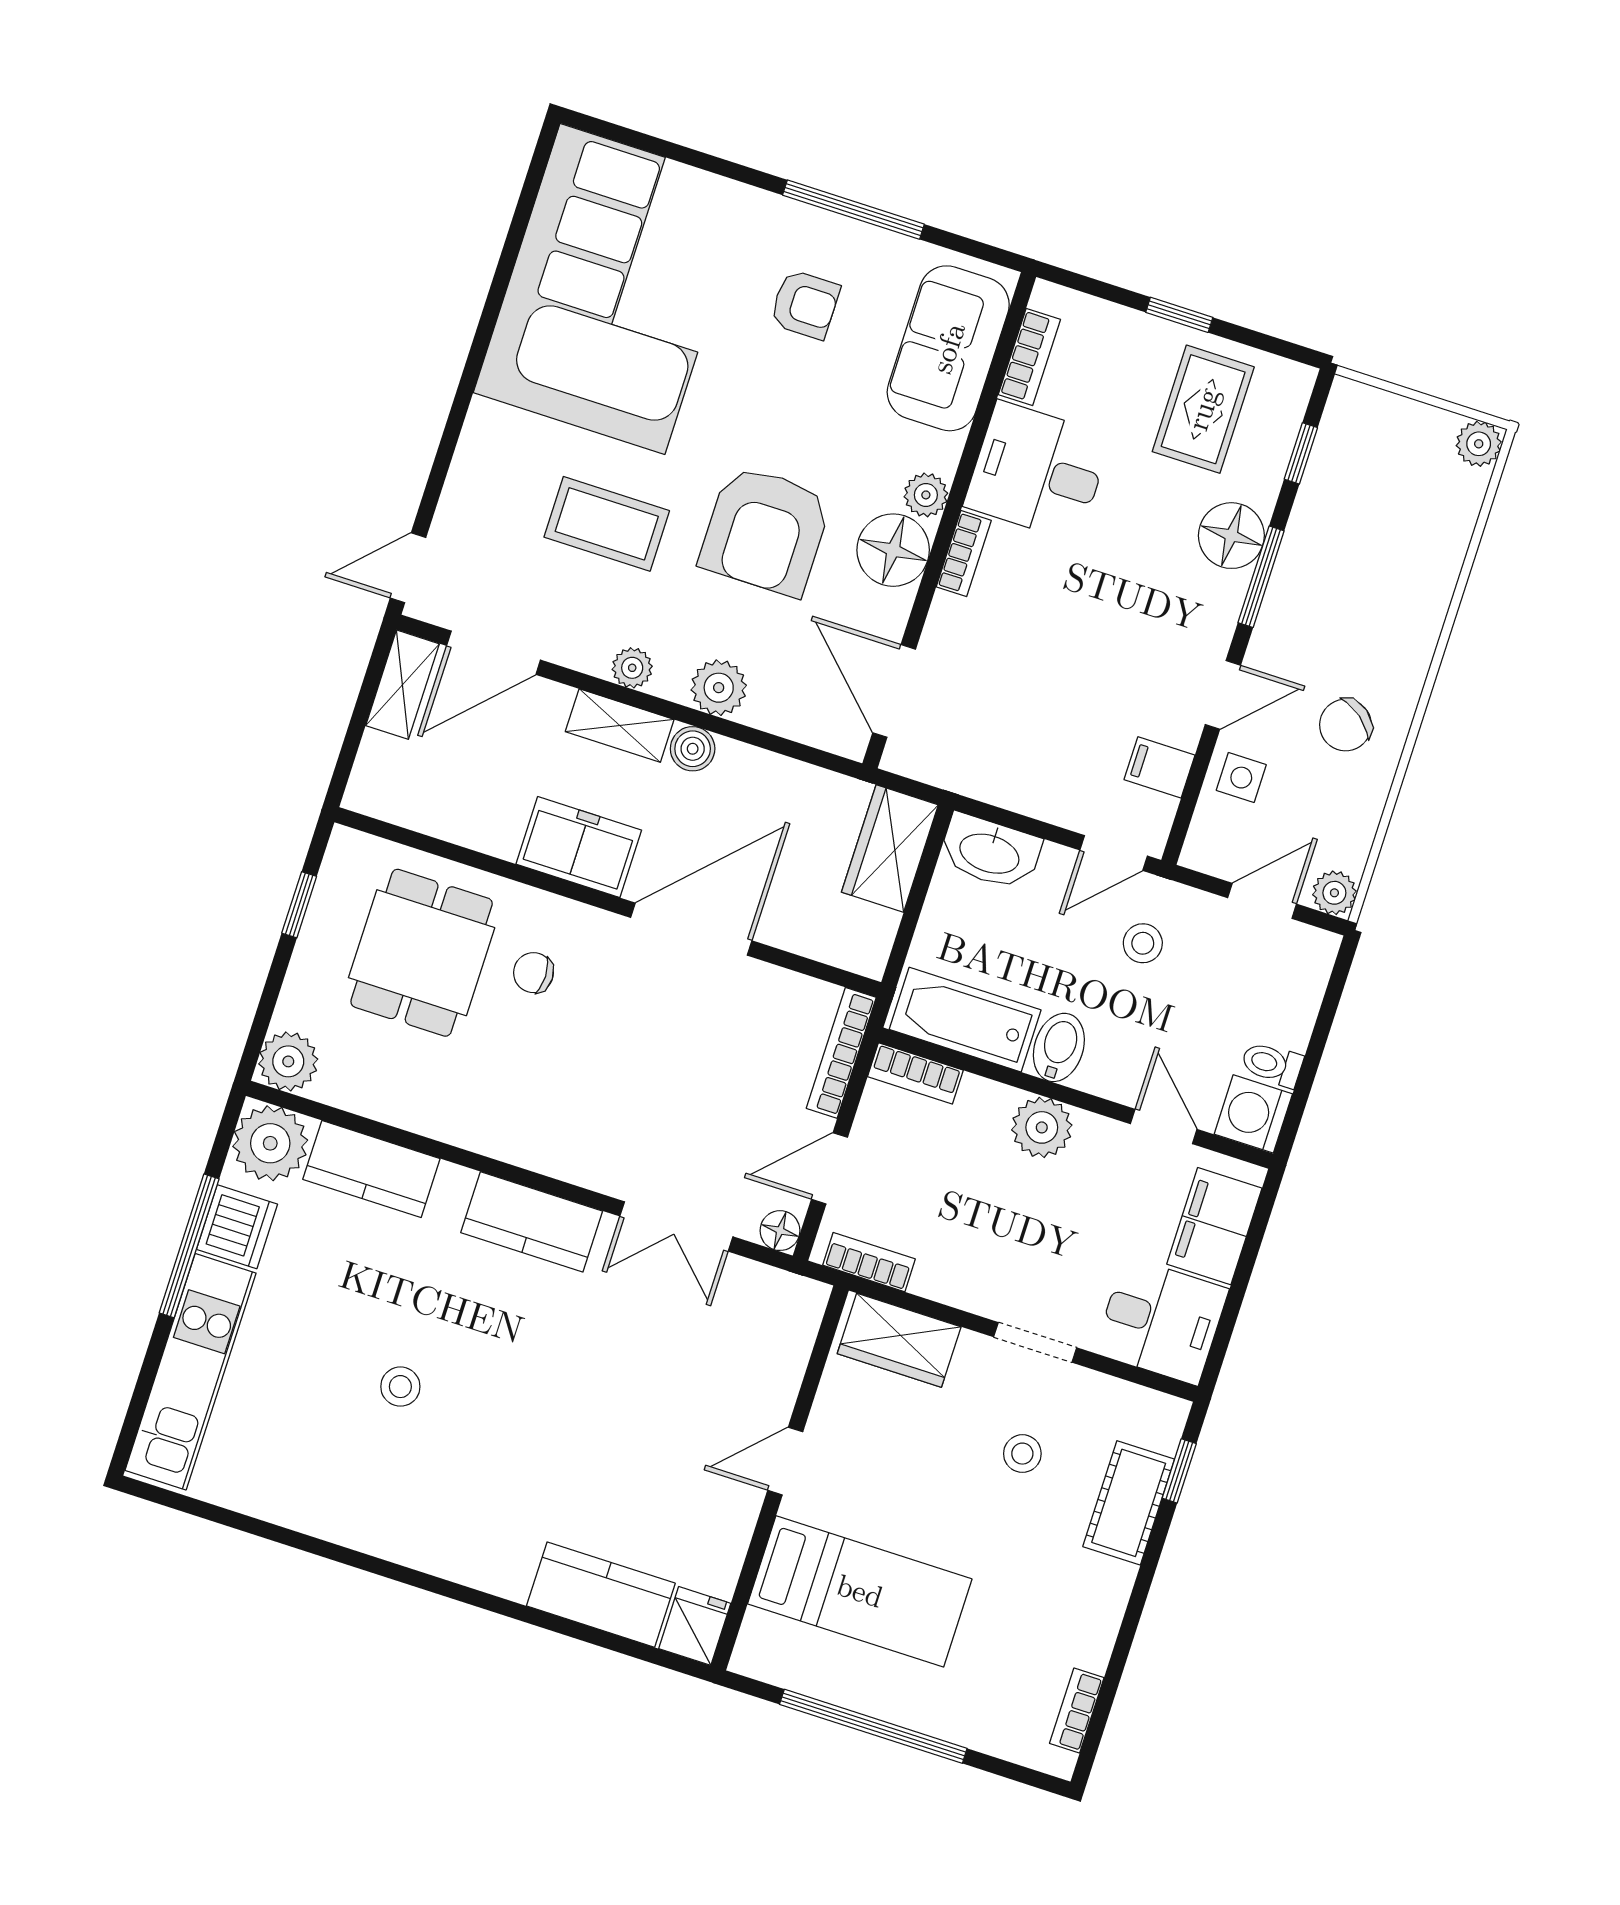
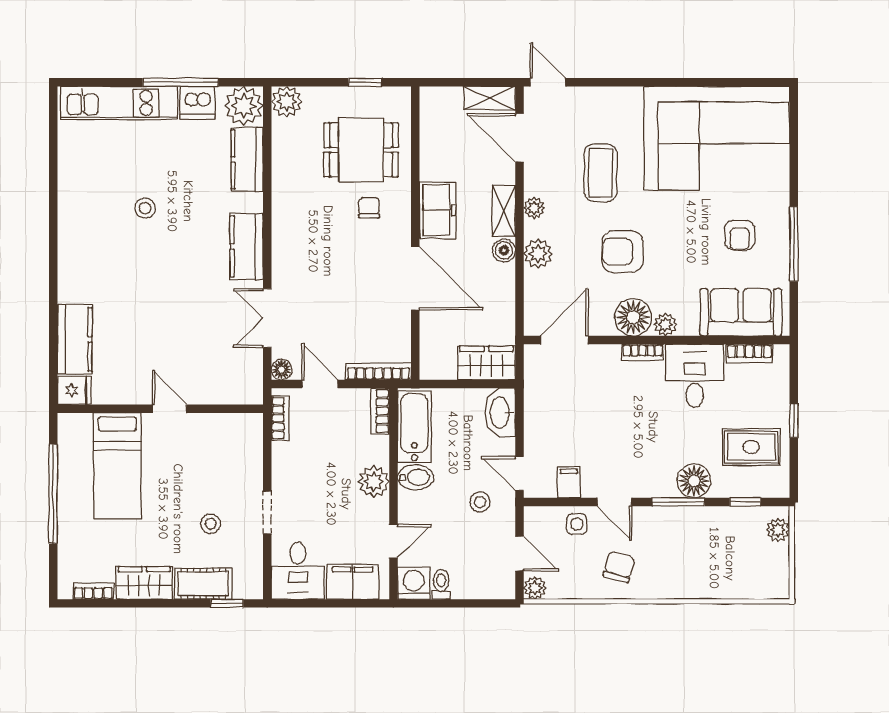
plant: (1479, 444) -> (778, 530), moved
armchair: (765, 531) -> (623, 252), width x0.73, depth x0.73
chair: (1346, 725) -> (619, 567), turned 68
wardrobe: (899, 1340) -> (144, 583), moved, turned 90

